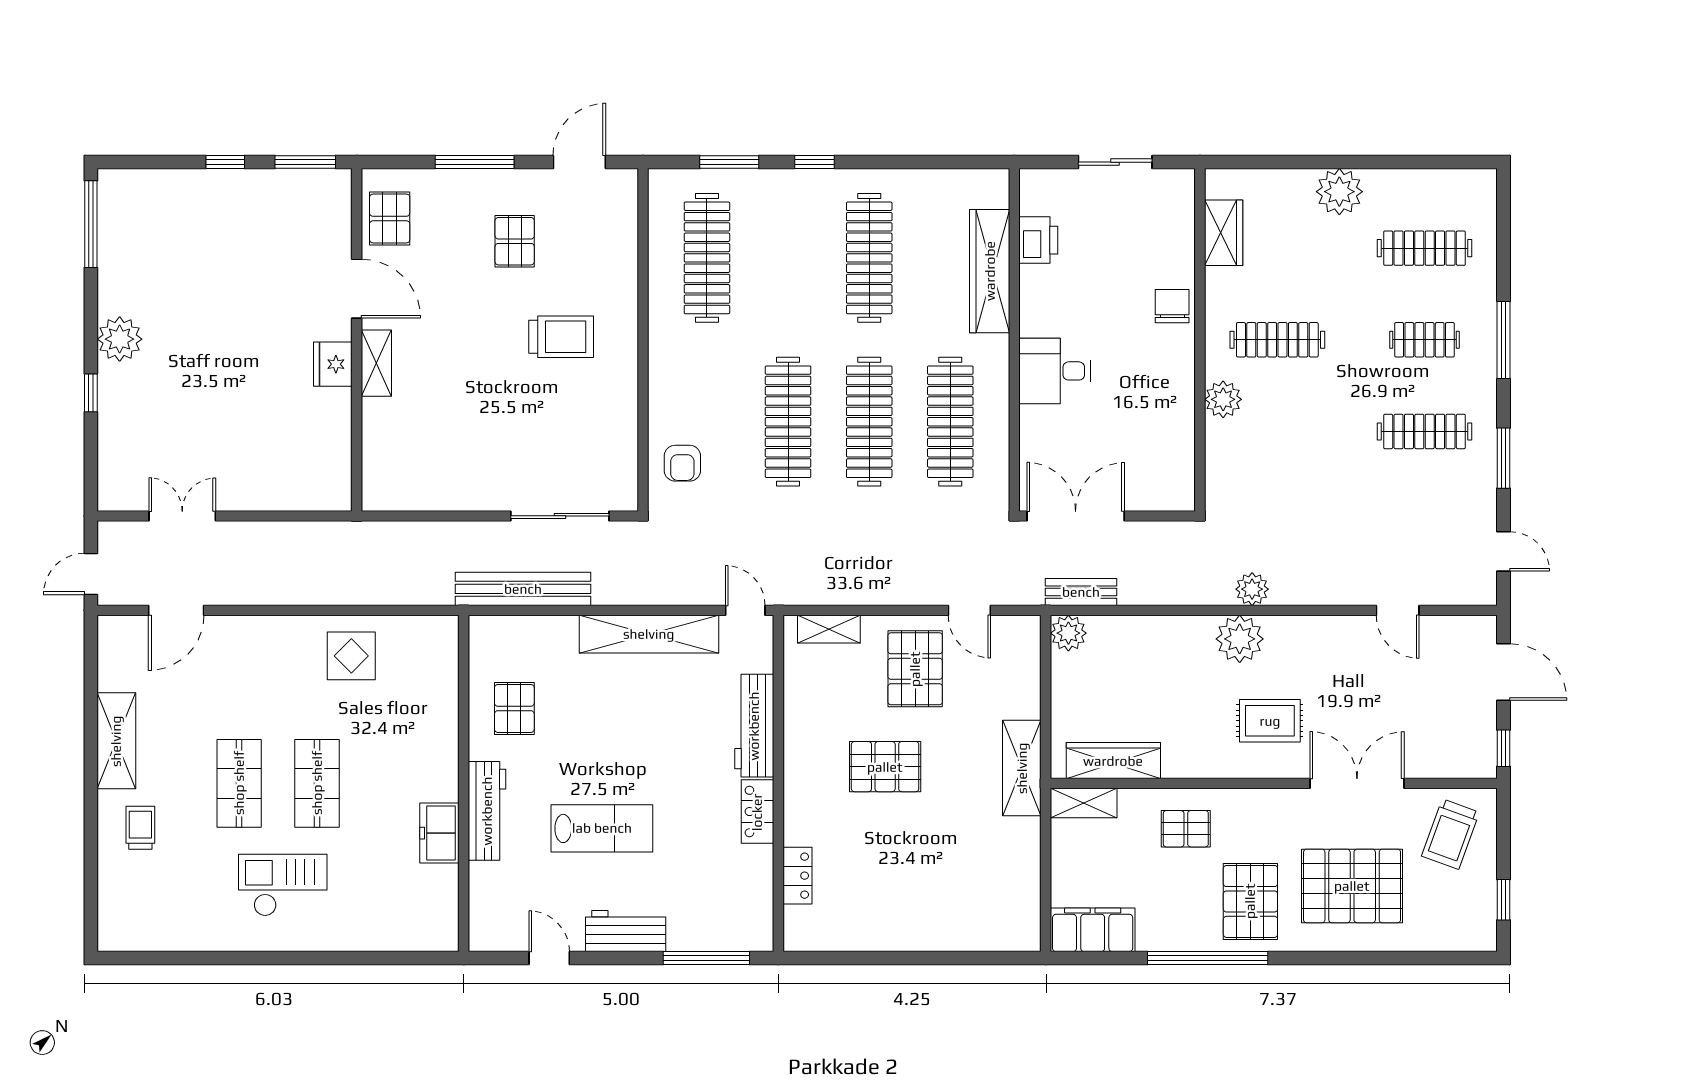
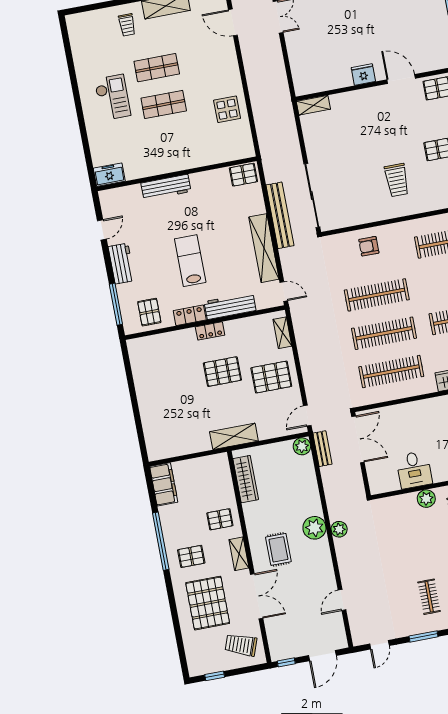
door: (357, 289) -> (401, 79), swing flipped
shelving: (376, 363) -> (313, 105), moved
desk: (1055, 371) -> (414, 470), moved, turned 180
clothes rail: (1424, 431) -> (429, 597), width x0.73
armchair: (682, 463) -> (369, 246), moved
sliding door: (560, 516) -> (312, 195), width x1.36
bench: (523, 589) -> (280, 215), moved
door: (745, 610) -> (284, 292), hinge flipped
door: (969, 610) -> (307, 416), moved
pallet: (514, 708) -> (243, 175), moved
pallet: (885, 767) -> (222, 372), turned 90
shelving: (1084, 803) -> (239, 554), moved
trolley: (140, 828) -> (127, 25), turned 90
lab bench: (602, 828) -> (190, 261), moved, turned 180
pallet: (1186, 829) -> (220, 519), turned 90
freezer: (439, 833) -> (109, 175), moved
locker: (797, 876) -> (210, 331), moved
pallet: (735, 893) -> (149, 312), added
pallet: (1250, 901) -> (191, 556), width x0.67, depth x0.71

